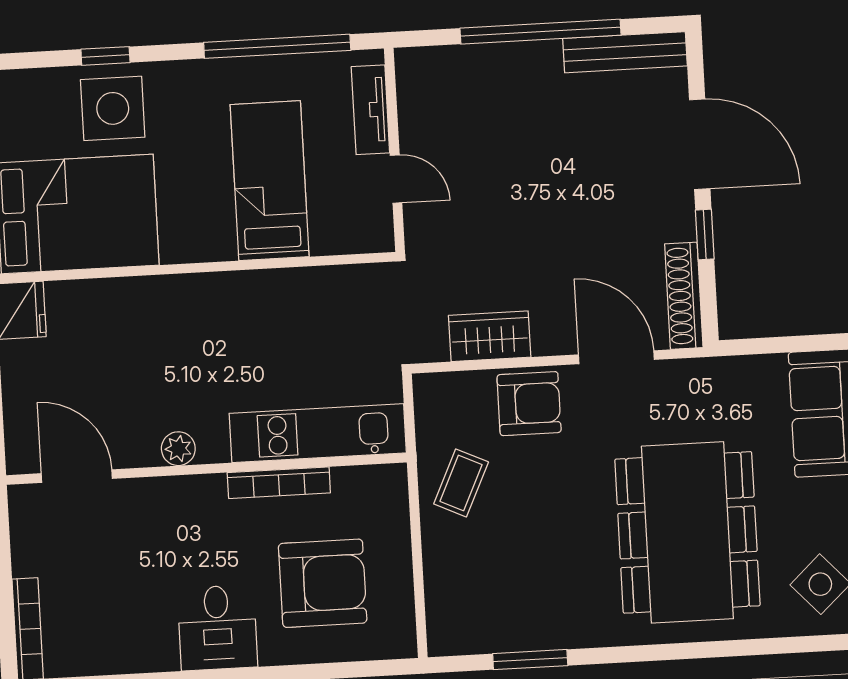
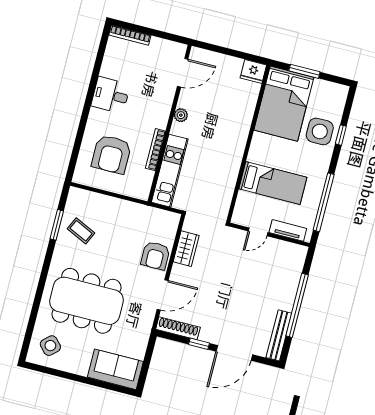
coffee table: (461, 483) -> (81, 231), moved
desk: (217, 628) -> (111, 95), moved

